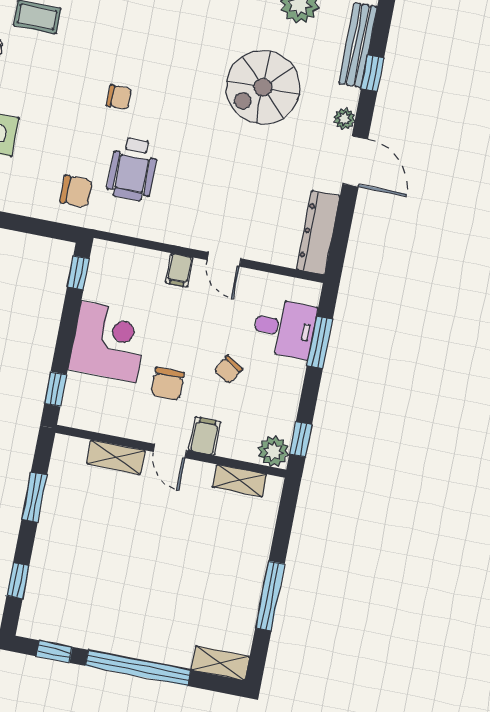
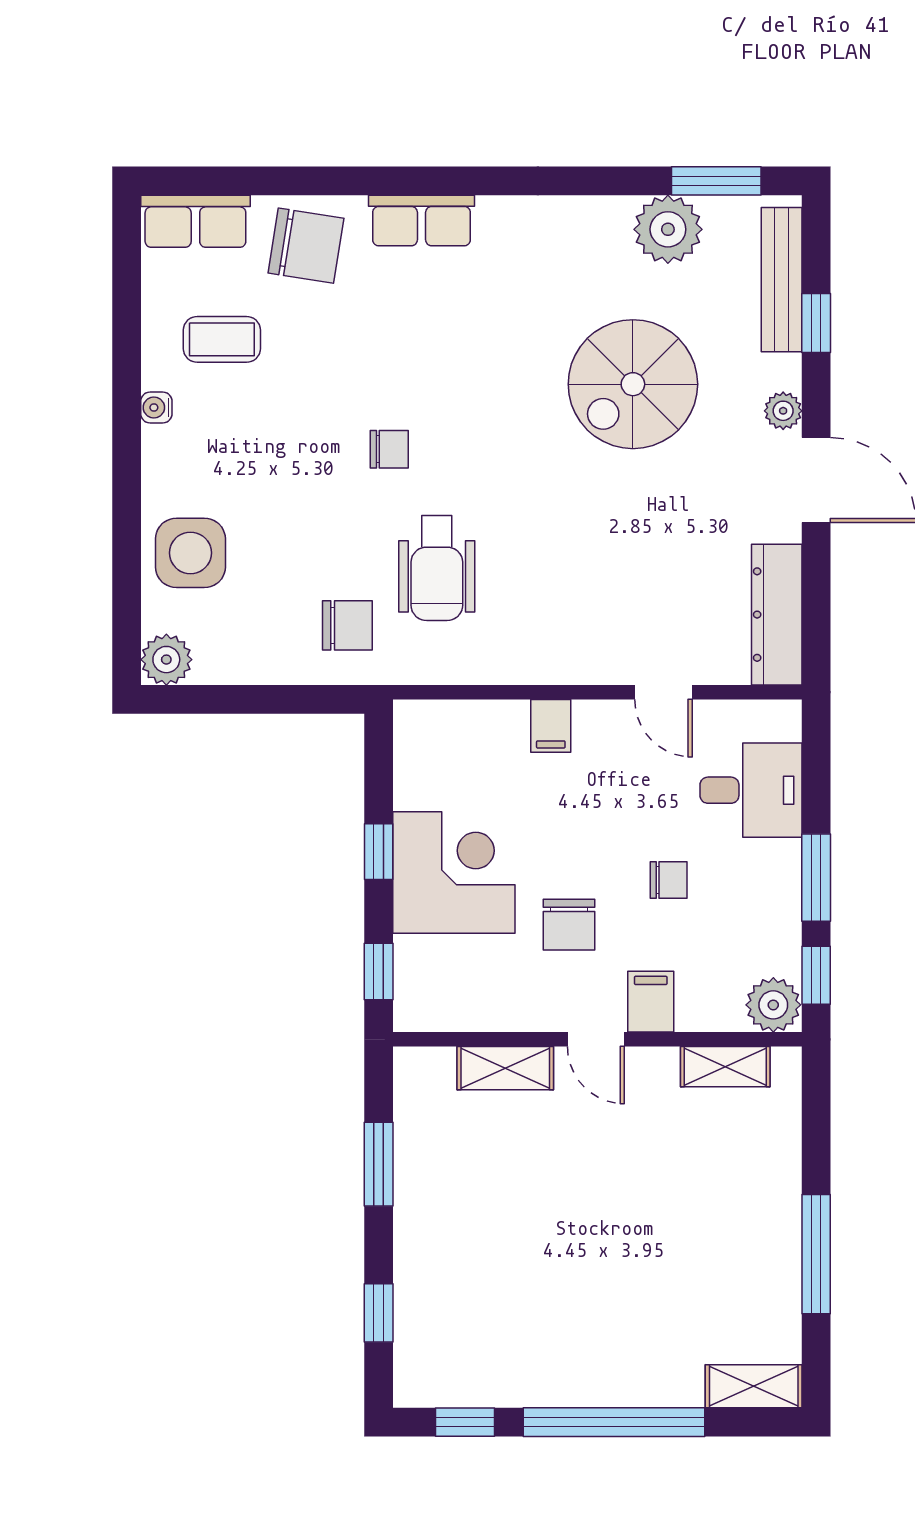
door: (224, 259) -> (663, 692), moved
window: (78, 273) -> (379, 852), moved
window: (320, 342) -> (816, 878), moved
chair: (228, 370) -> (669, 880), turned -122

